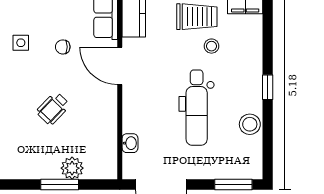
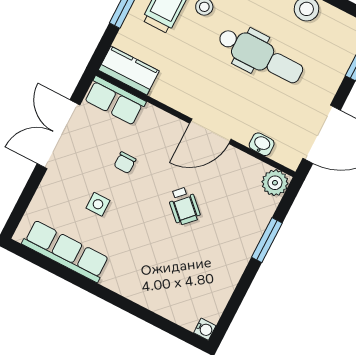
door: (120, 66) -> (210, 131), moved
plant: (72, 168) -> (275, 183), moved

